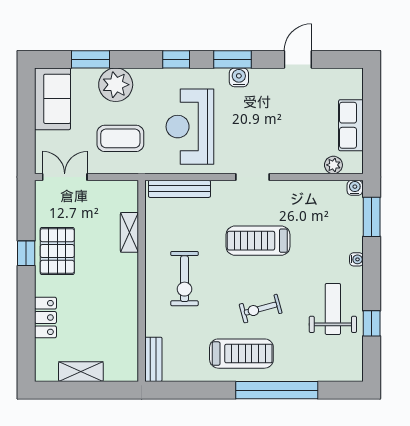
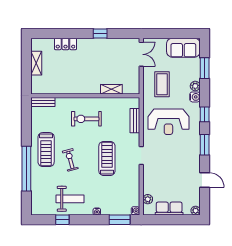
plant: (355, 76) -> (196, 211), added
water cooler: (239, 77) -> (195, 97), moved
plant: (116, 85) -> (195, 86), width x0.53, depth x0.53
reception desk: (190, 127) -> (168, 122), turned 180
bench: (179, 189) -> (135, 121), width x0.73
pallet: (57, 251) -> (101, 50), removed

